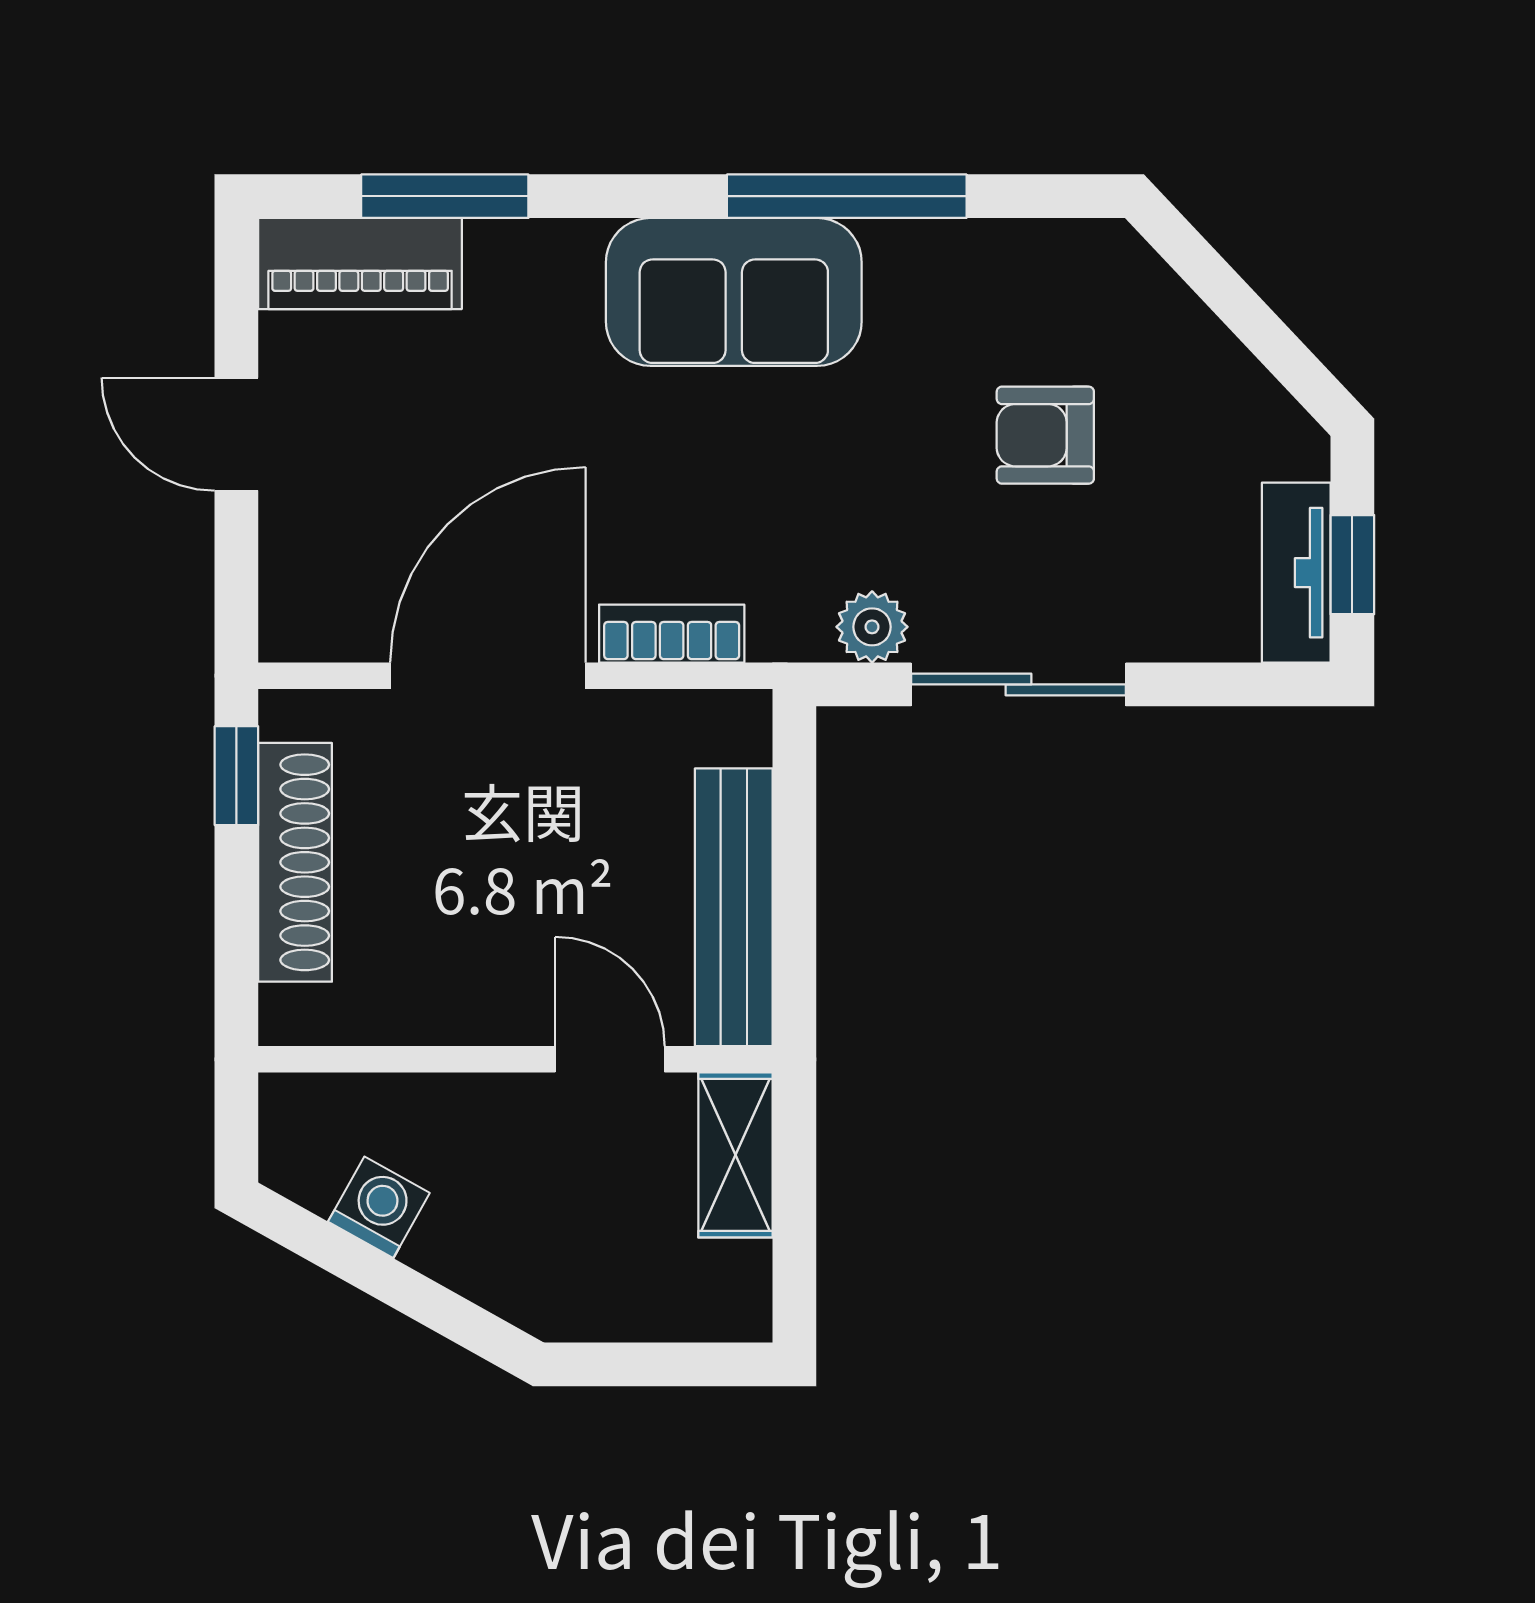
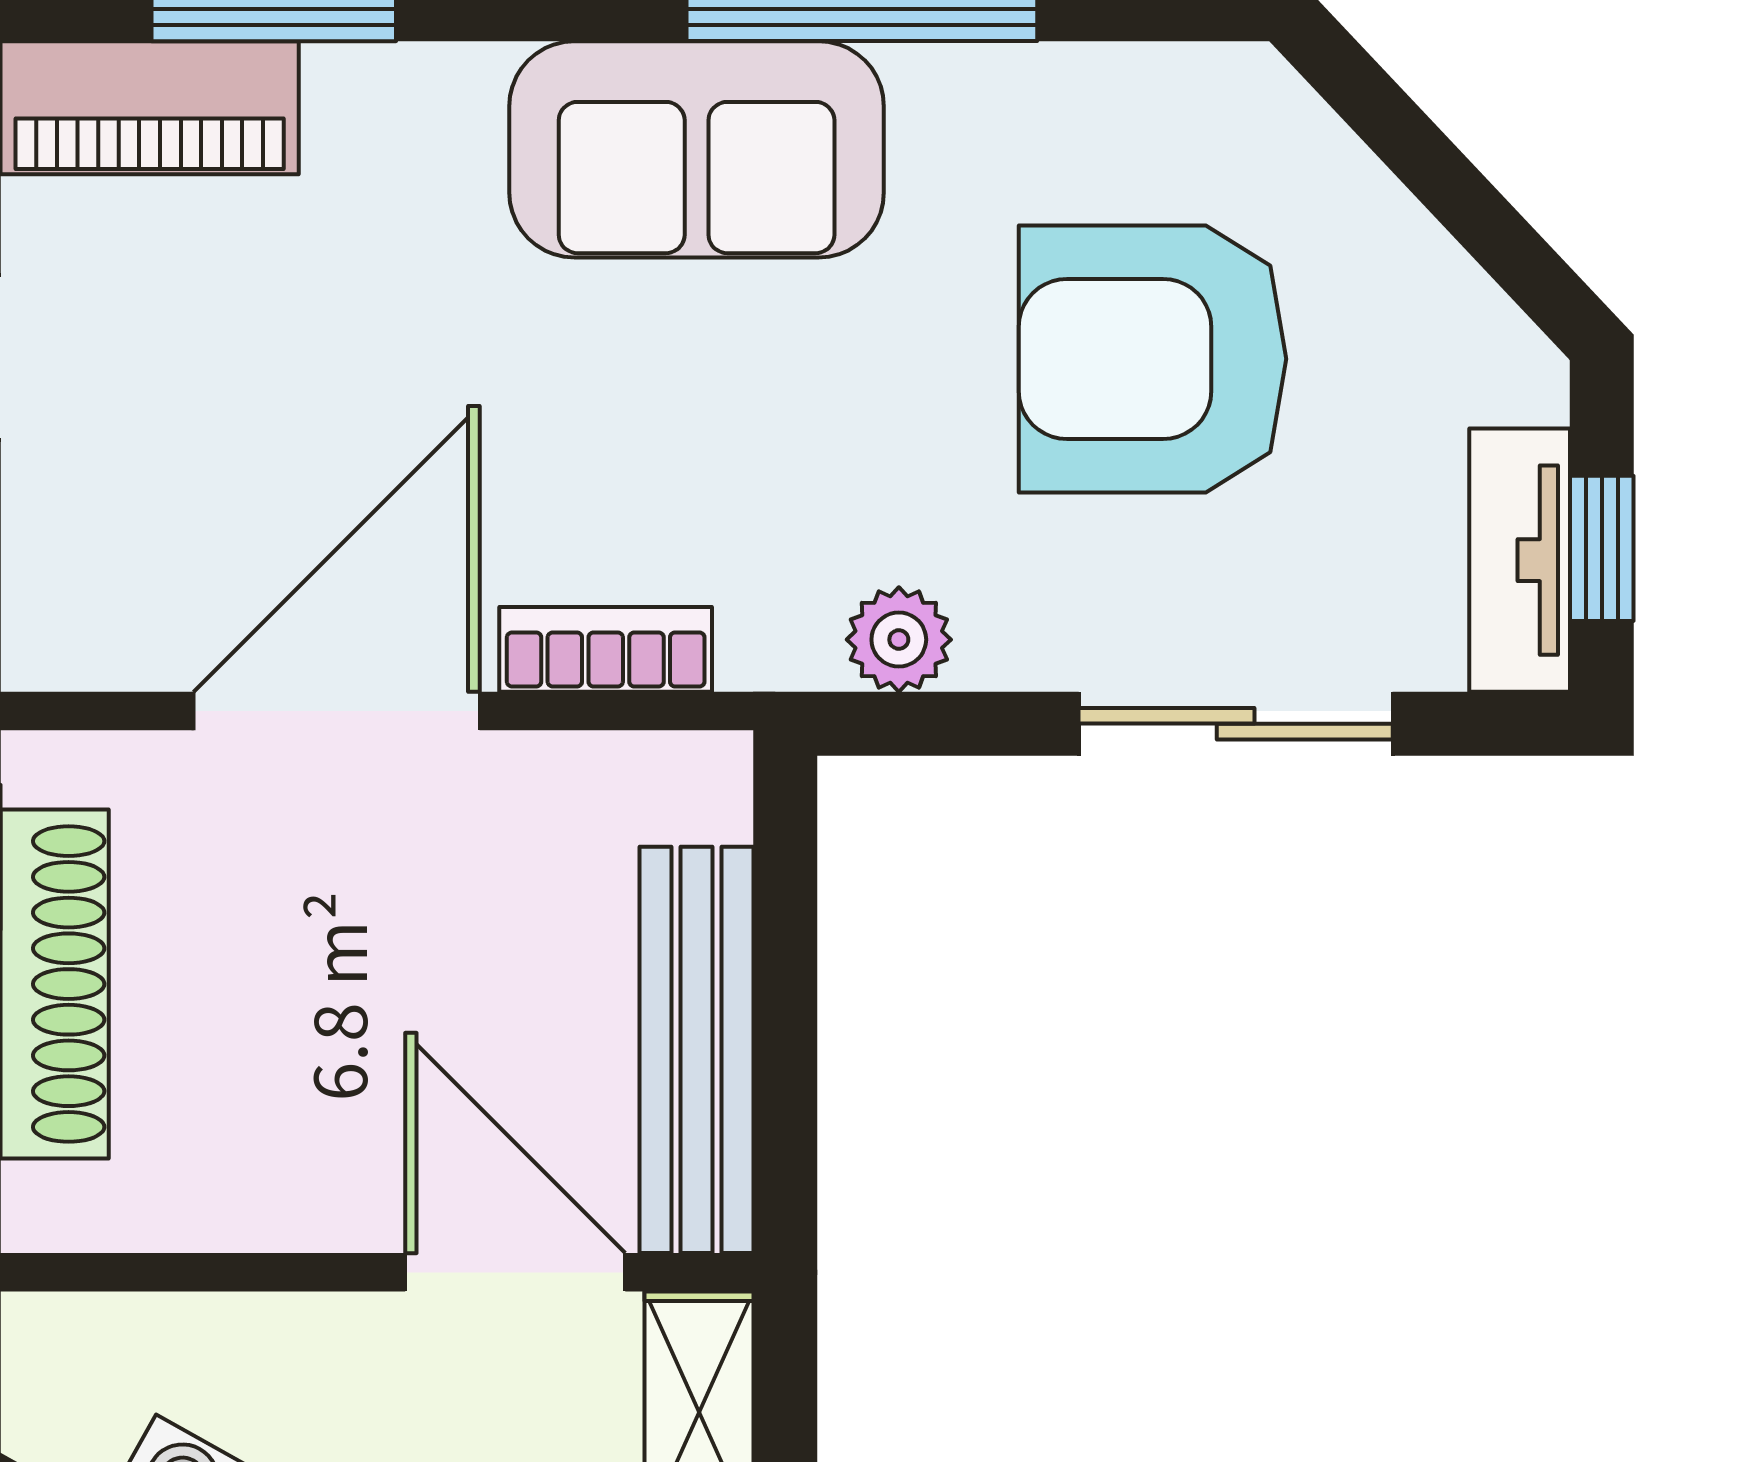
armchair: (1045, 435) -> (1152, 359), width x1.88, depth x1.88
sliding door: (1018, 684) -> (1236, 724), moved
door: (610, 1059) -> (515, 1272), width x1.38

